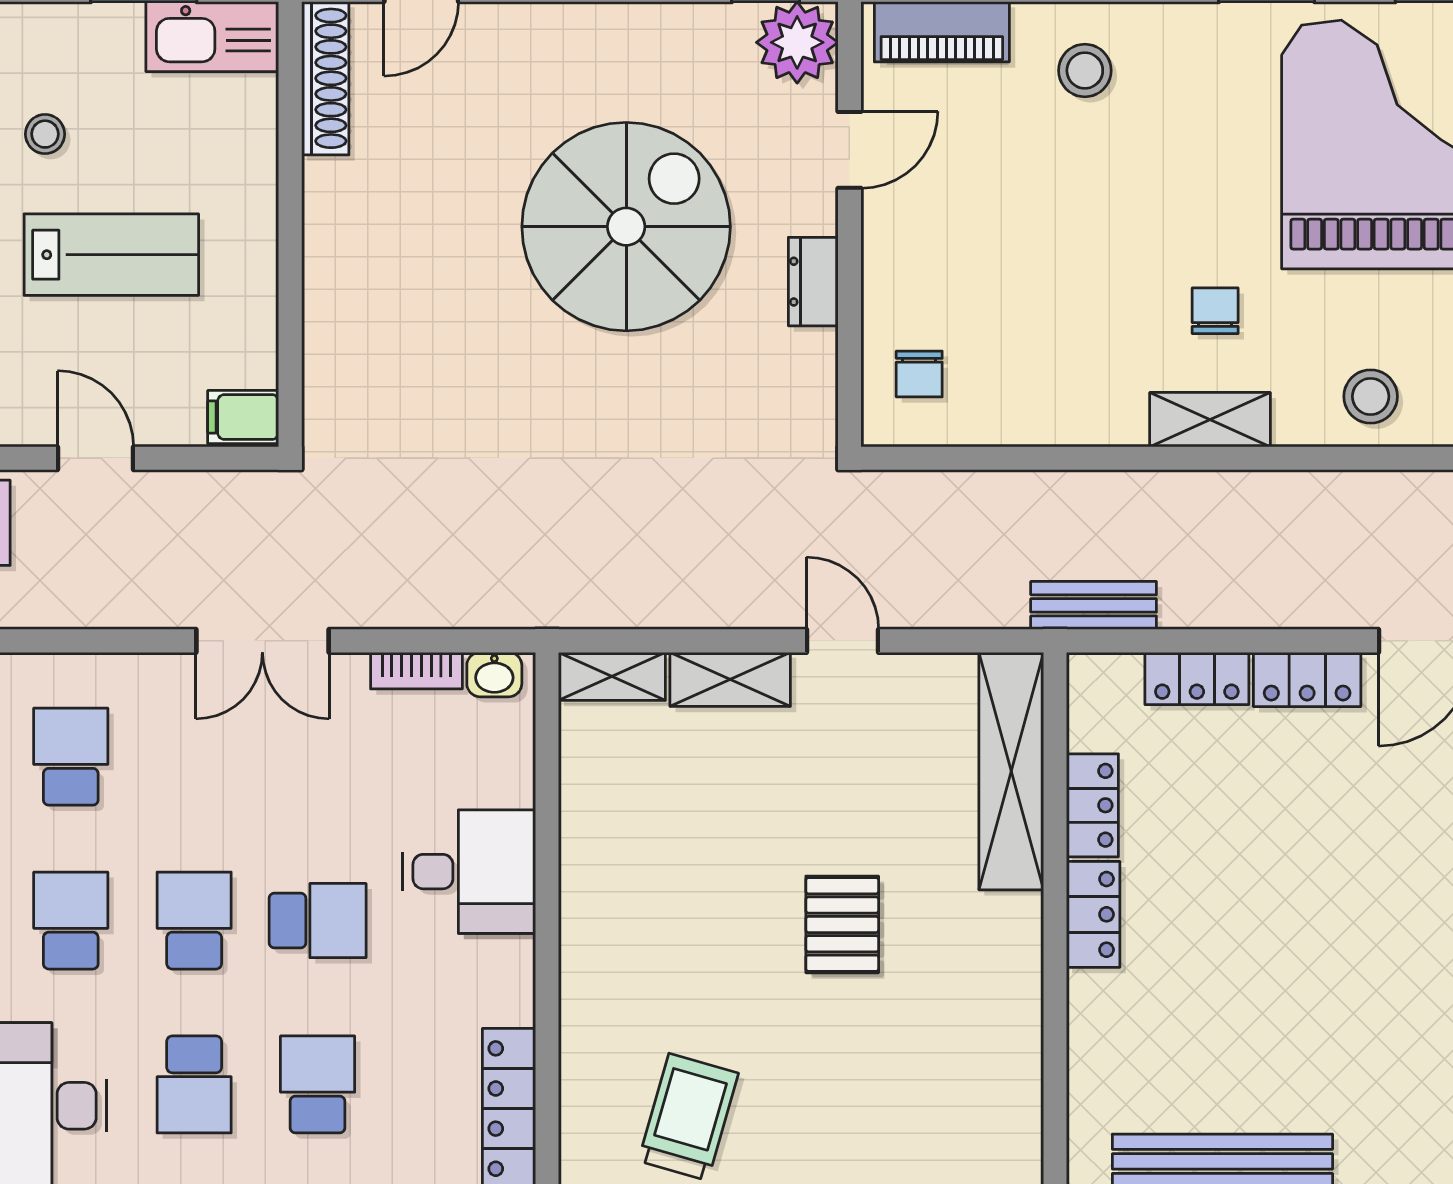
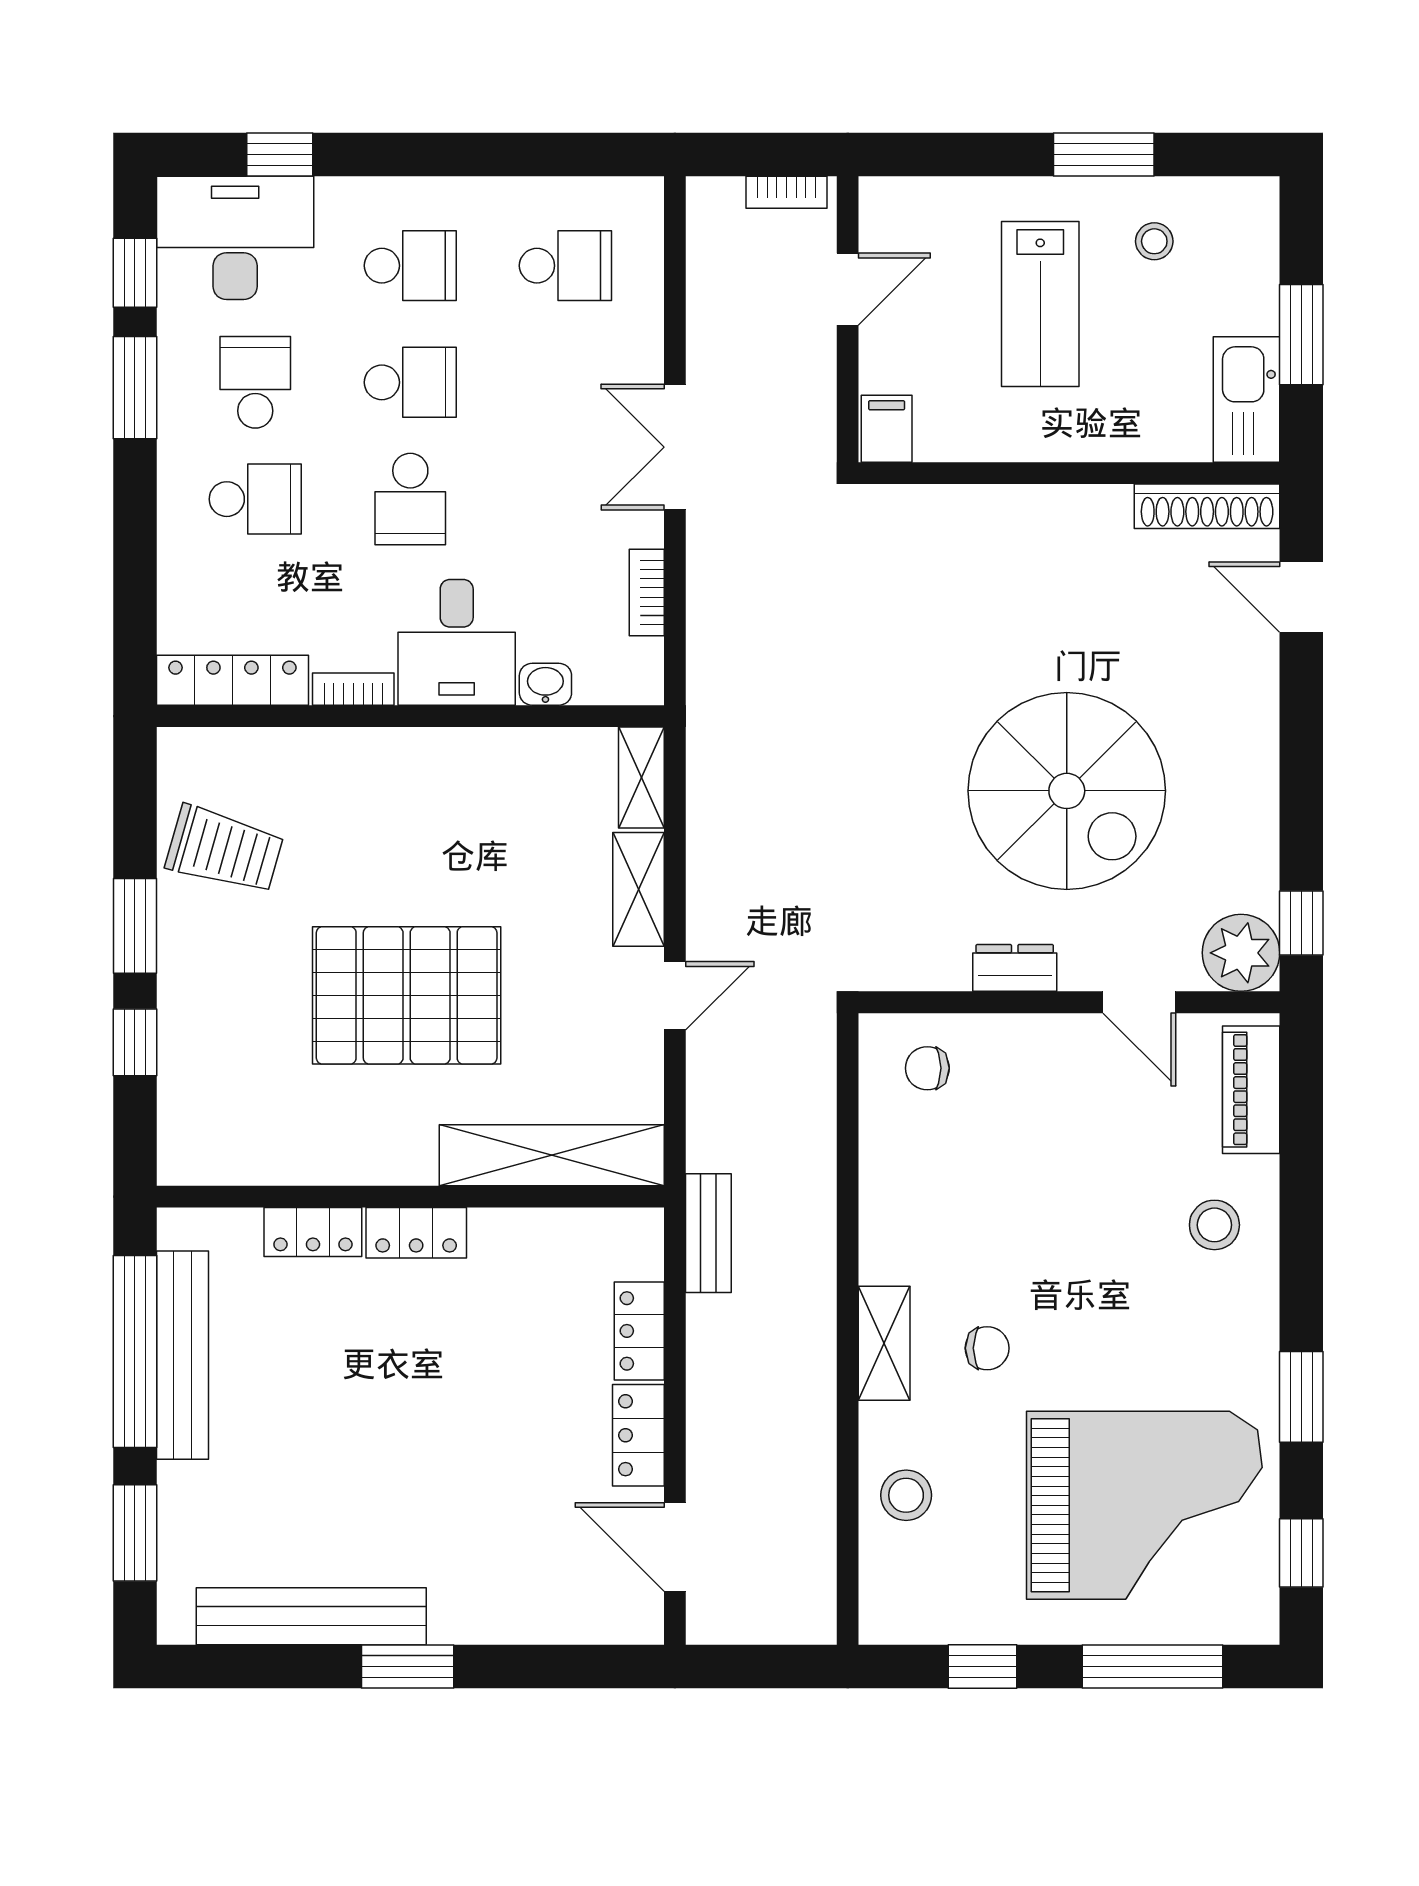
washbasin: (494, 675) -> (545, 684), moved, turned 90
locker: (1092, 805) -> (313, 1232), moved
pallet: (842, 924) -> (407, 995), width x2.05, depth x2.00
bookcase: (518, 981) -> (353, 689), added
school desk: (194, 1084) -> (255, 382), turned 90

